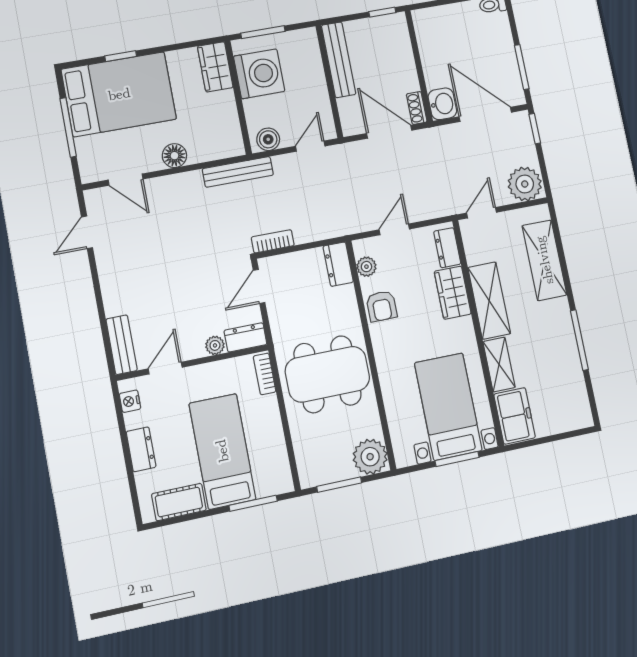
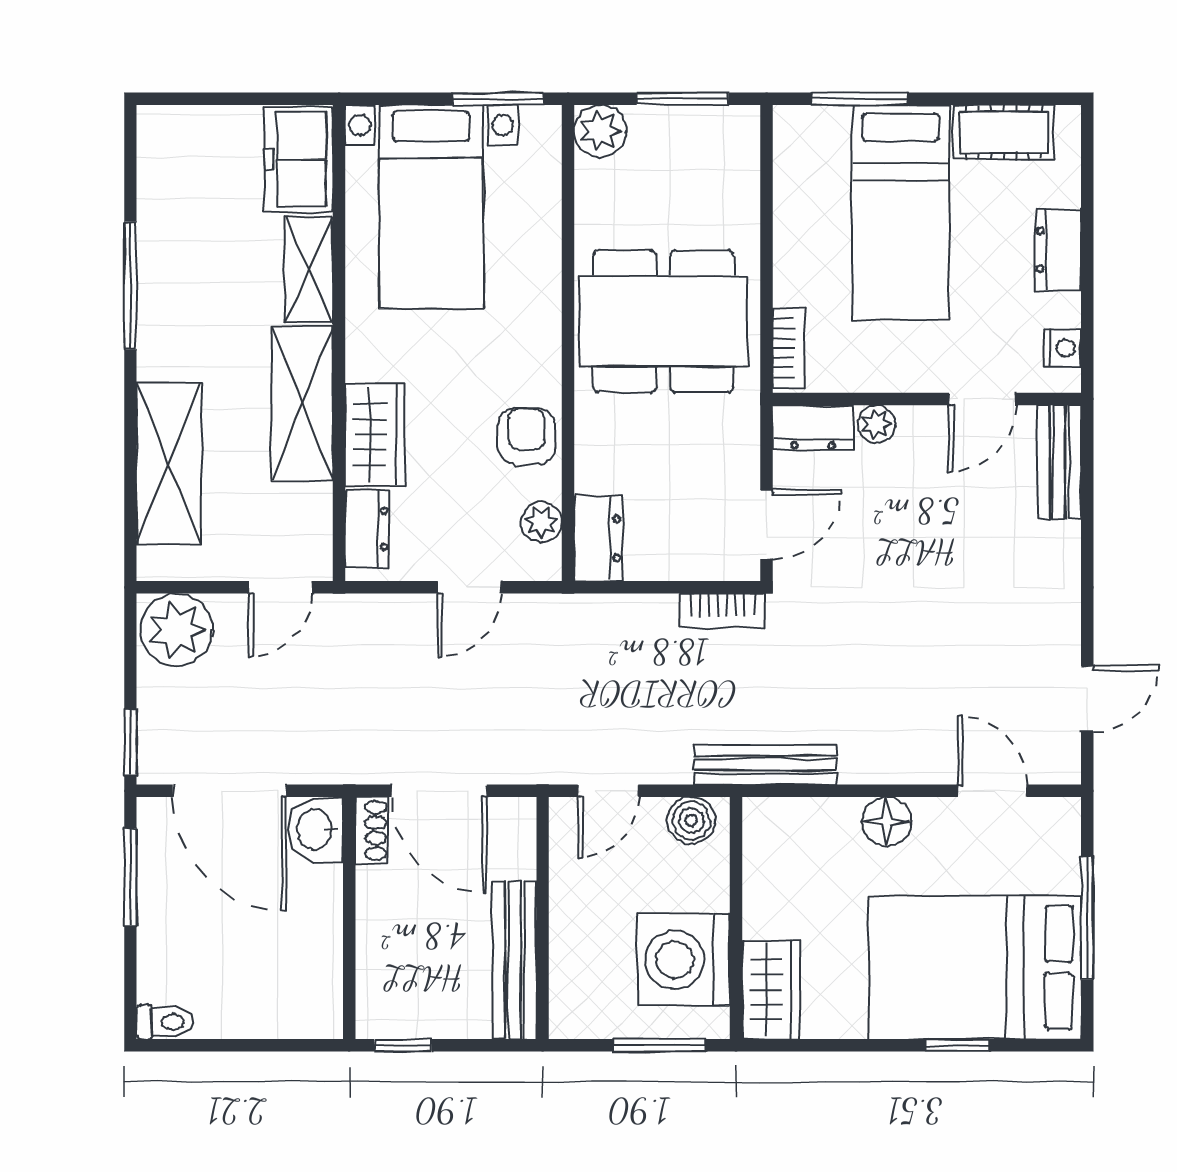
plant: (370, 457) -> (600, 131), width x0.73, depth x0.73
window: (457, 459) -> (498, 99), moved

